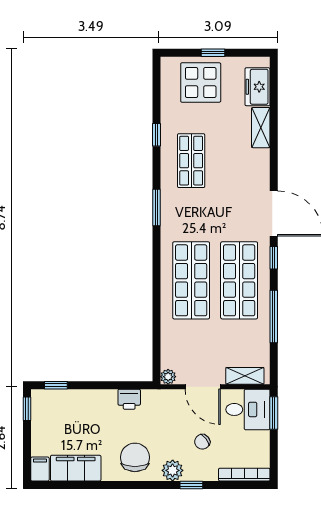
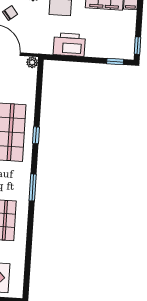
window: (157, 135) -> (36, 135), moved
printer: (129, 399) -> (69, 45), width x1.87, depth x1.48

